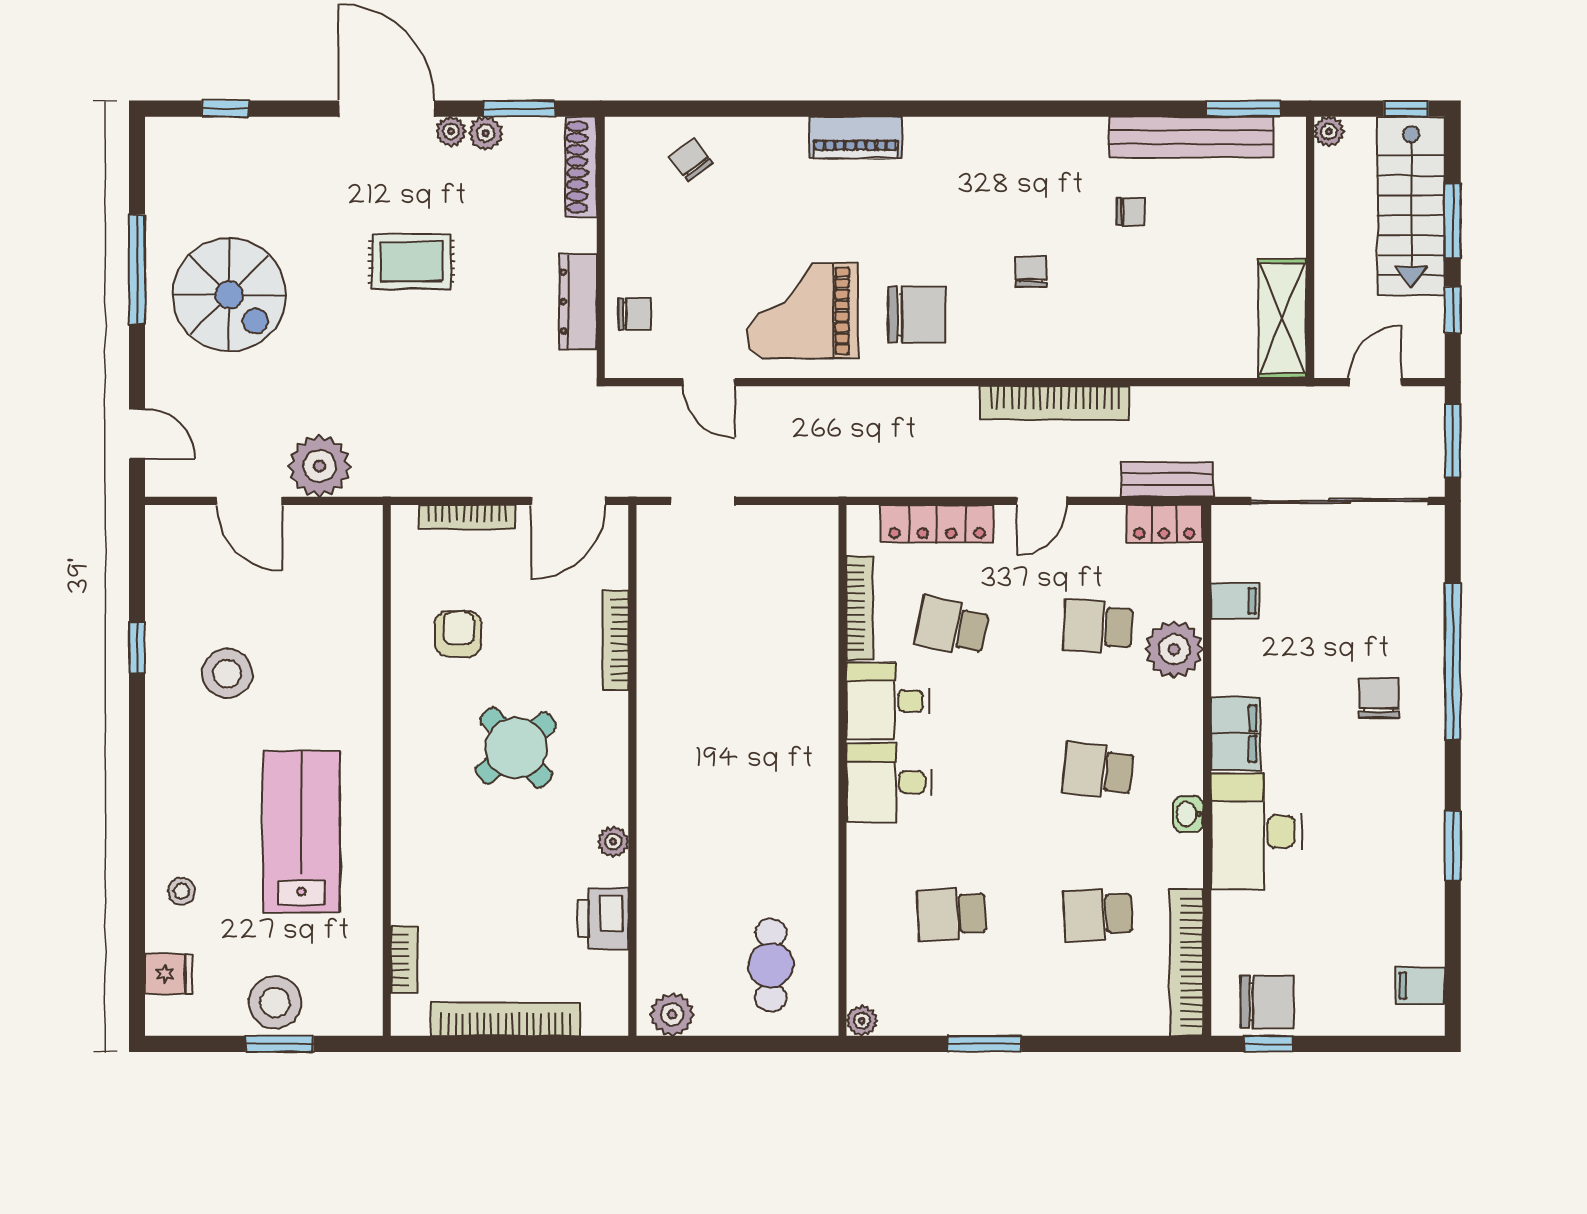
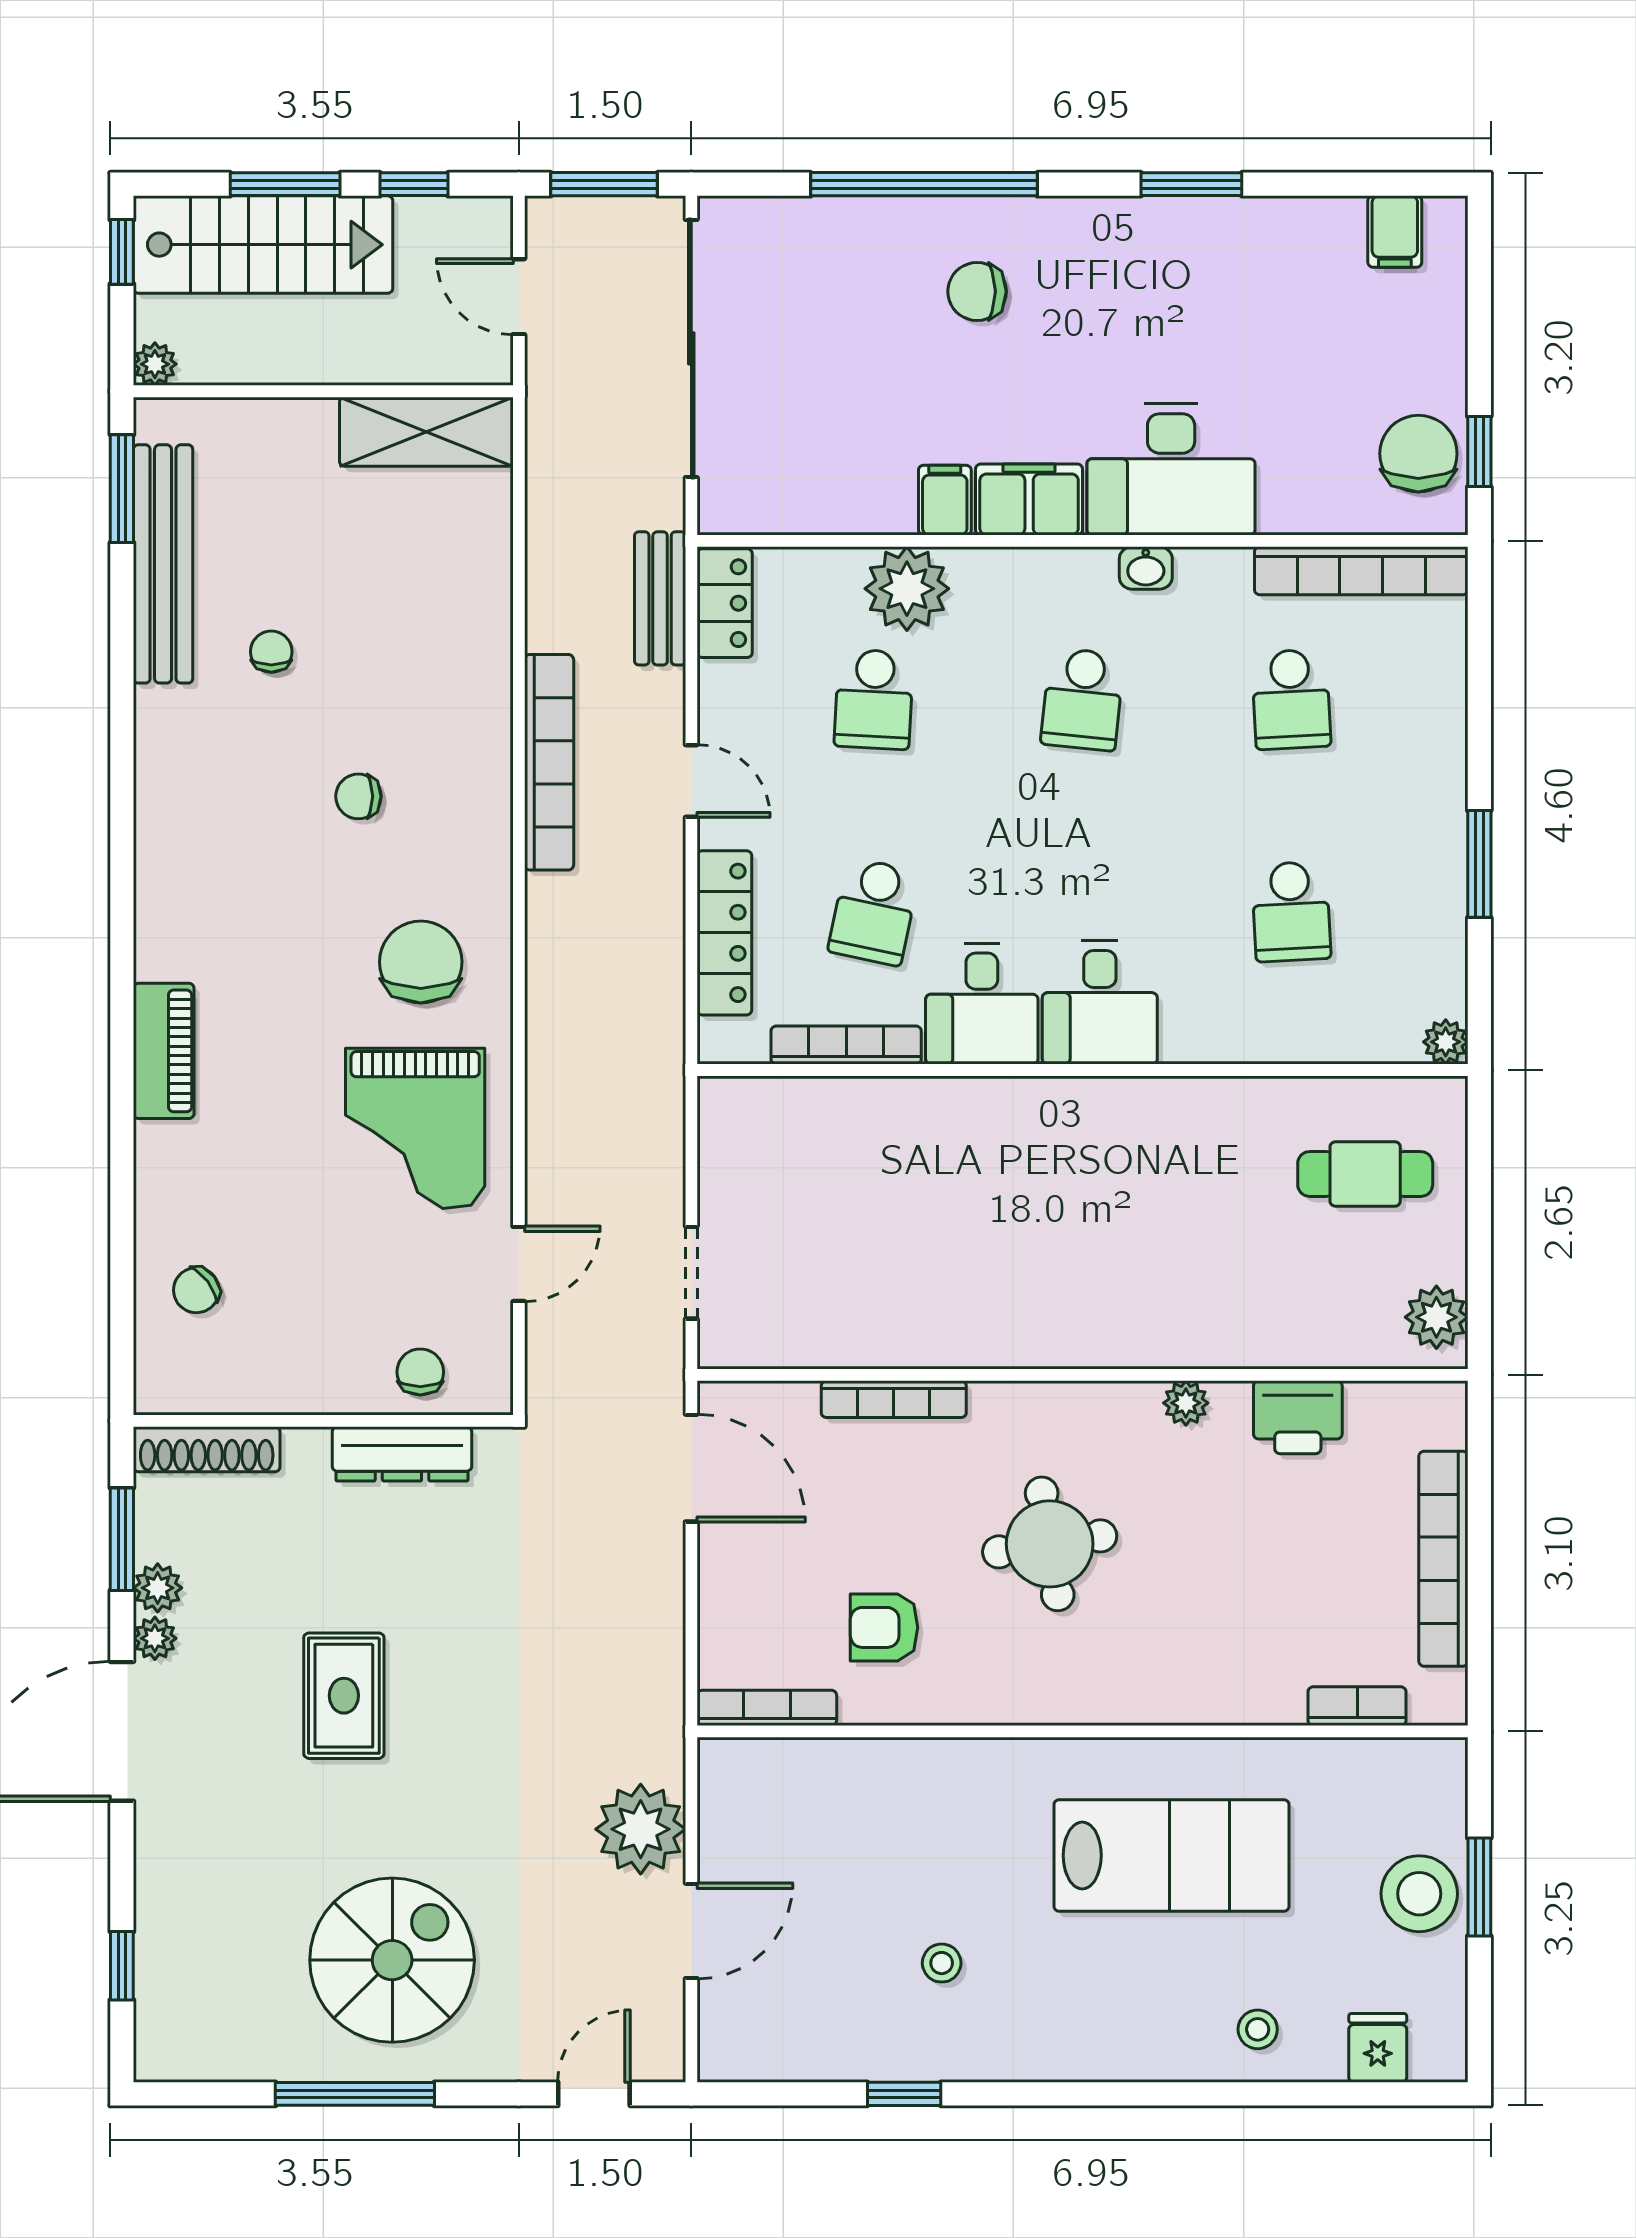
bookcase: (467, 517) -> (767, 1708), moved, turned -90
filing cabinet: (1235, 601) -> (945, 500), moved
stool: (227, 673) -> (942, 1963), width x0.53, depth x0.53
round table: (516, 748) -> (1050, 1544), turned 31
lab bench: (301, 832) -> (1172, 1855), turned 180

